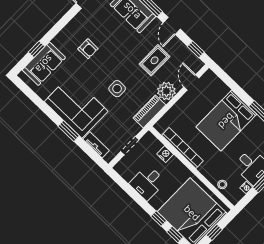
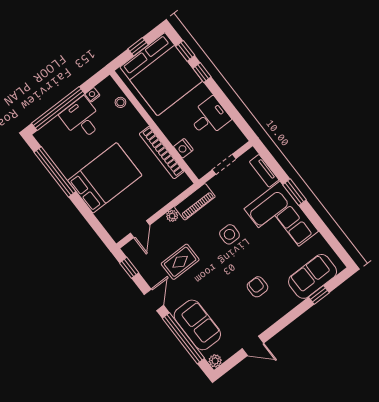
plant: (166, 91) -> (172, 216), width x0.53, depth x0.53

